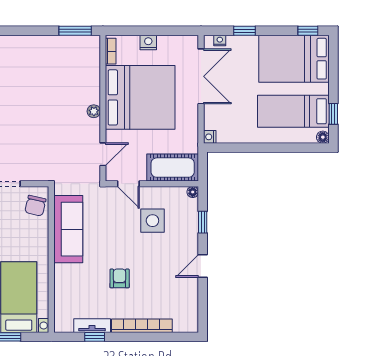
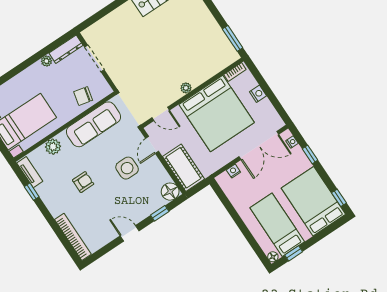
nightstand: (210, 137) -> (233, 171), moved
floor lamp: (193, 192) -> (170, 192), width x1.89, depth x1.89
chair: (35, 206) -> (83, 96), moved
side table: (152, 221) -> (127, 168), moved
plant: (63, 285) -> (53, 147), added
tv unit: (92, 326) -> (30, 172), moved
bookcase: (142, 326) -> (73, 237), moved

